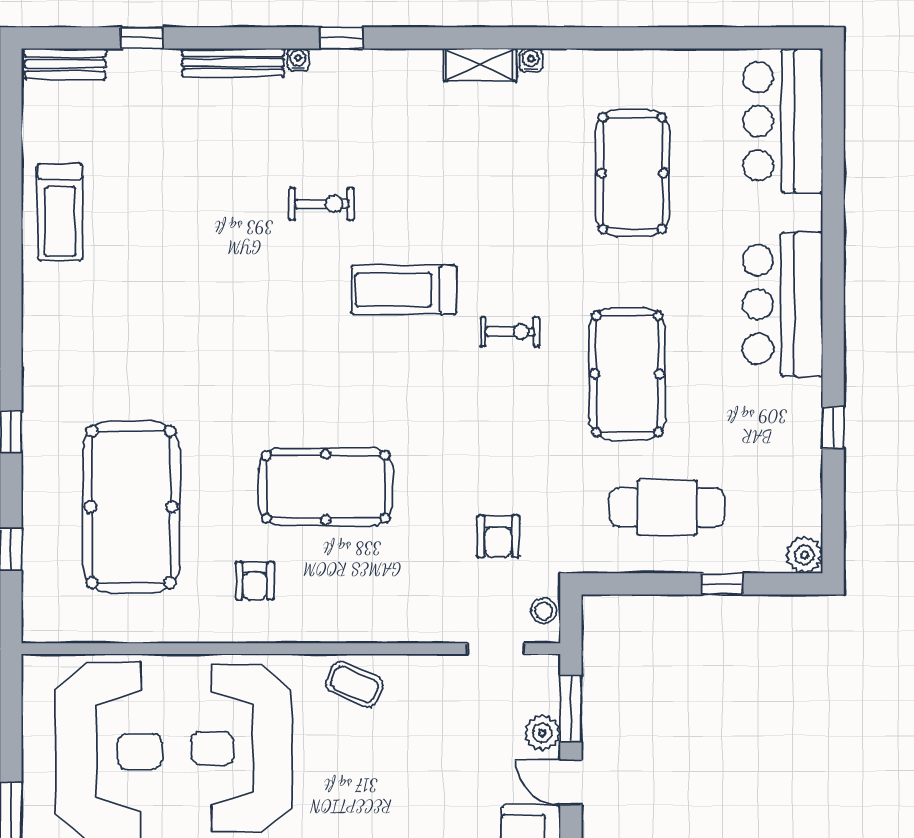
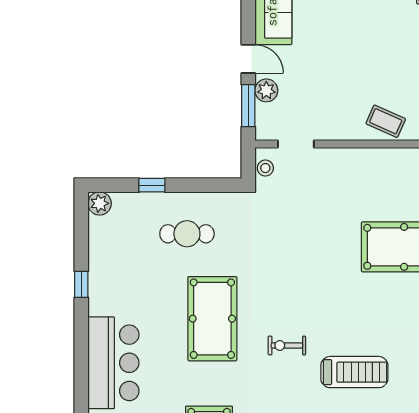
cafe table: (667, 507) -> (187, 234), width x0.73, depth x0.74
armchair: (498, 536) -> (294, 215), removed

